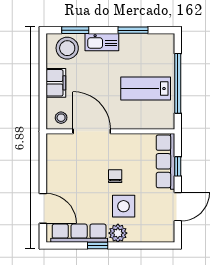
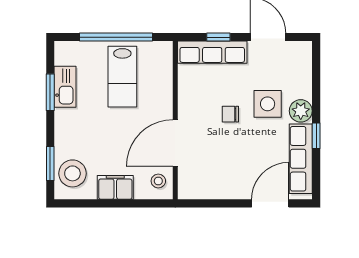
kitchen sink: (102, 42) -> (65, 87), moved

